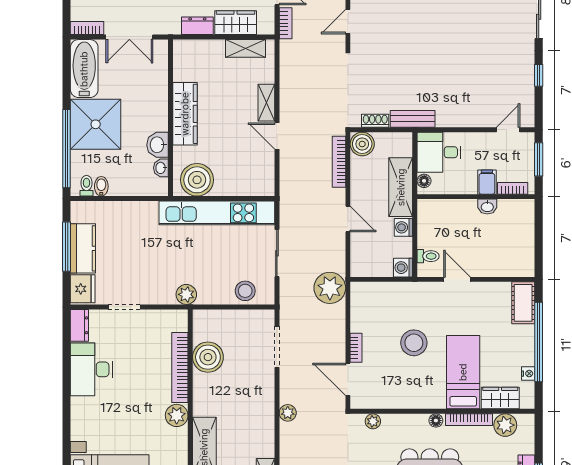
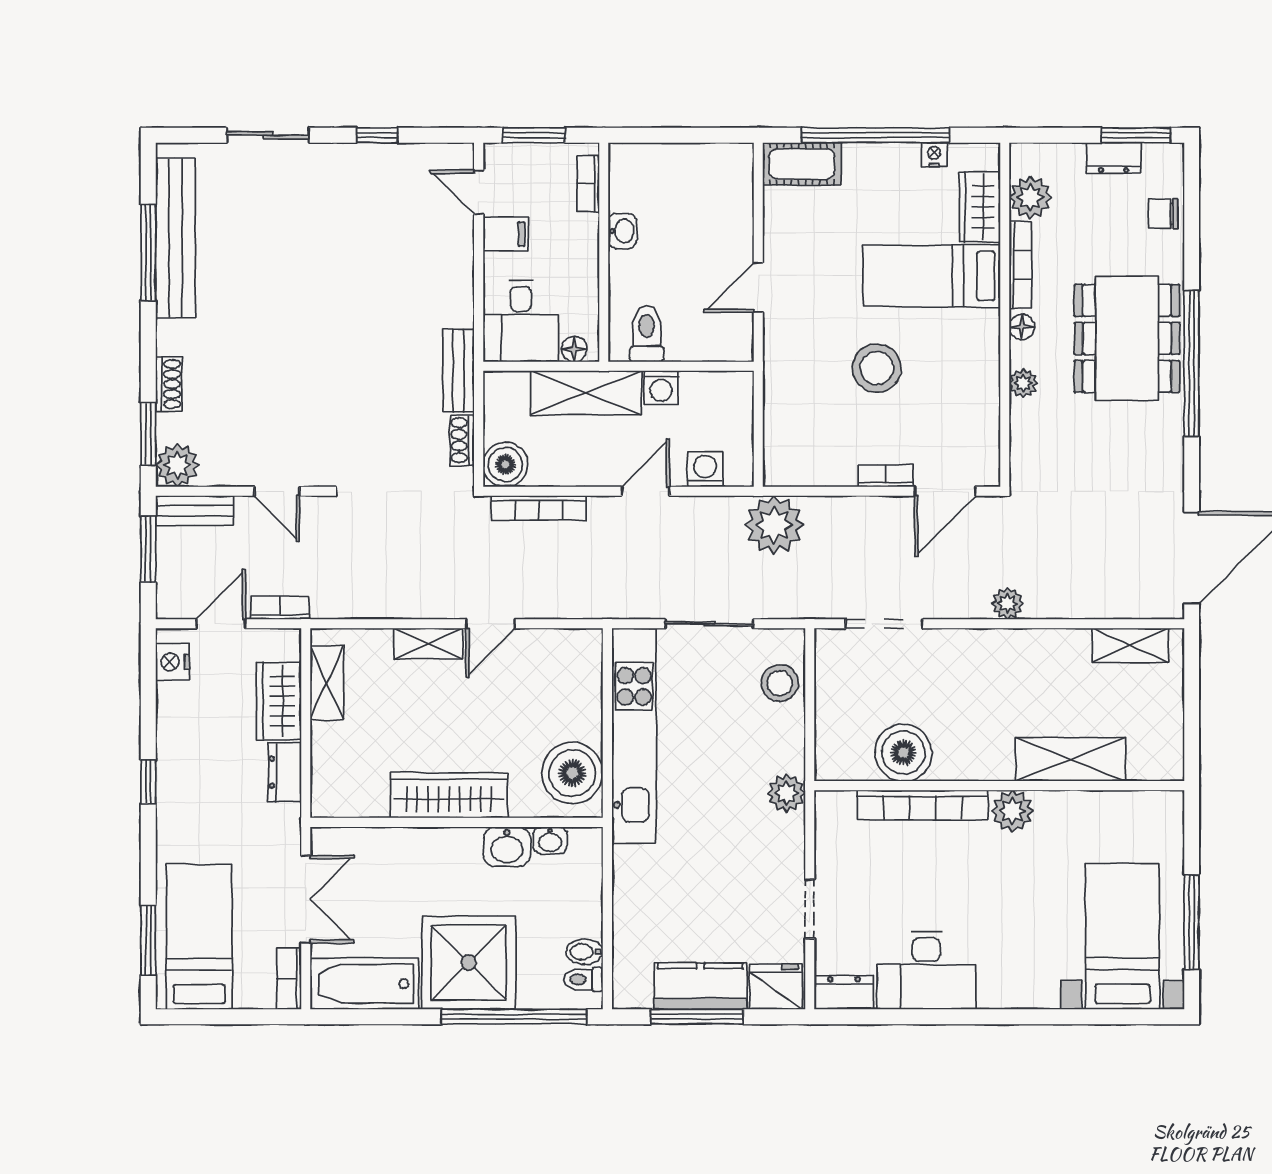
filing cabinet: (487, 182) -> (506, 234), moved, turned 180
toilet: (428, 256) -> (647, 334), moved, width x1.37, depth x1.39
washing machine: (403, 268) -> (705, 469), moved, turned 180
plant: (373, 421) -> (1023, 383), moved

